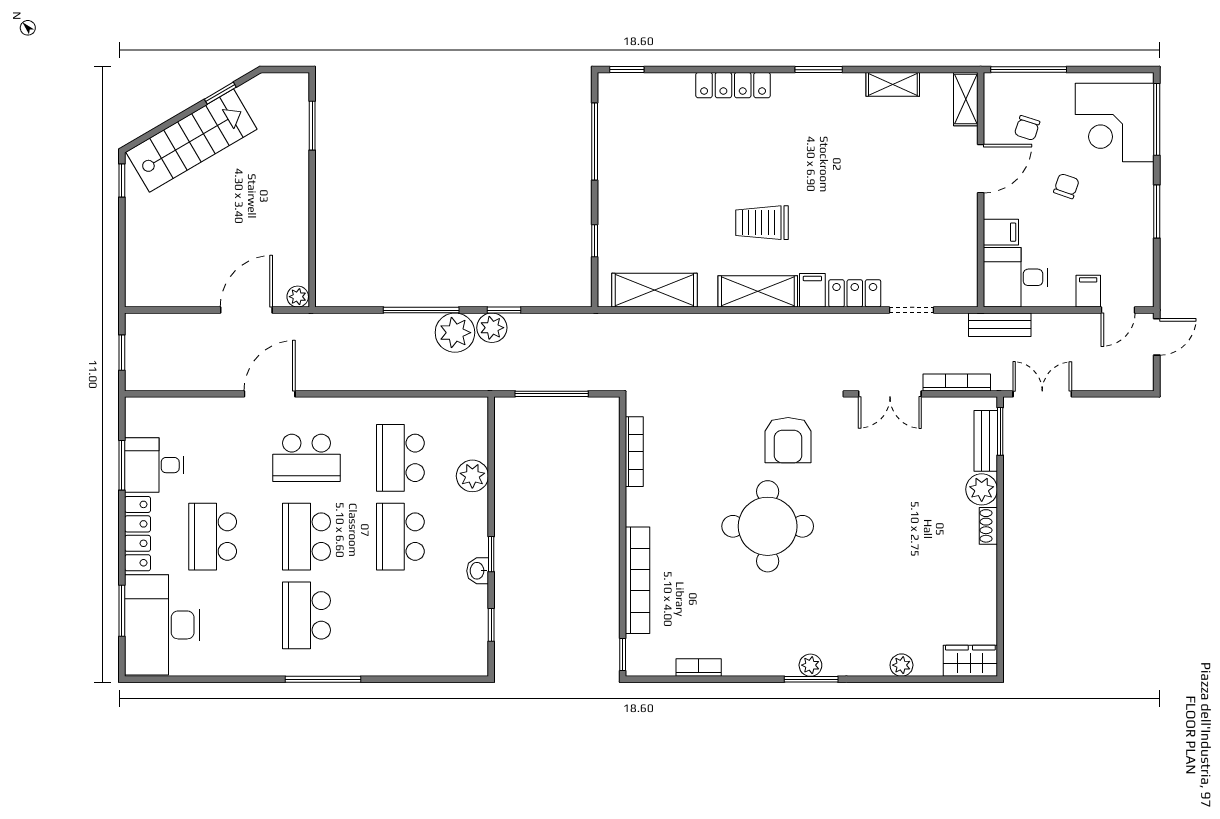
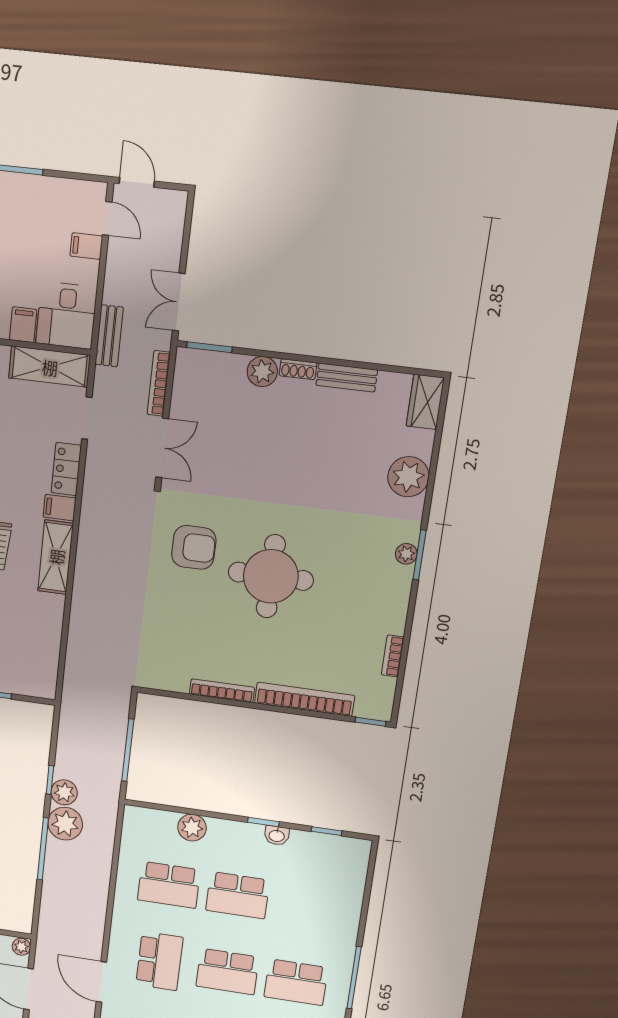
shelving: (654, 290) -> (50, 367), moved, turned 90
bench: (986, 441) -> (347, 378), moved
bookcase: (634, 452) -> (222, 691), moved
plant: (901, 665) -> (408, 477), width x1.87, depth x1.87

